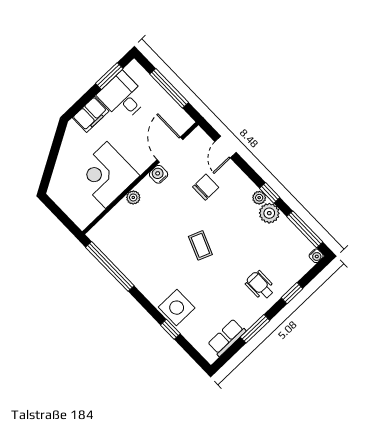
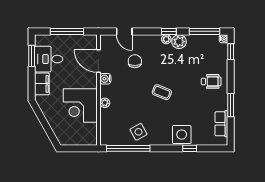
side table: (137, 261) -> (139, 132), added
wheelchair: (260, 285) -> (211, 81), turned 180
window: (292, 293) -> (231, 52), moved

